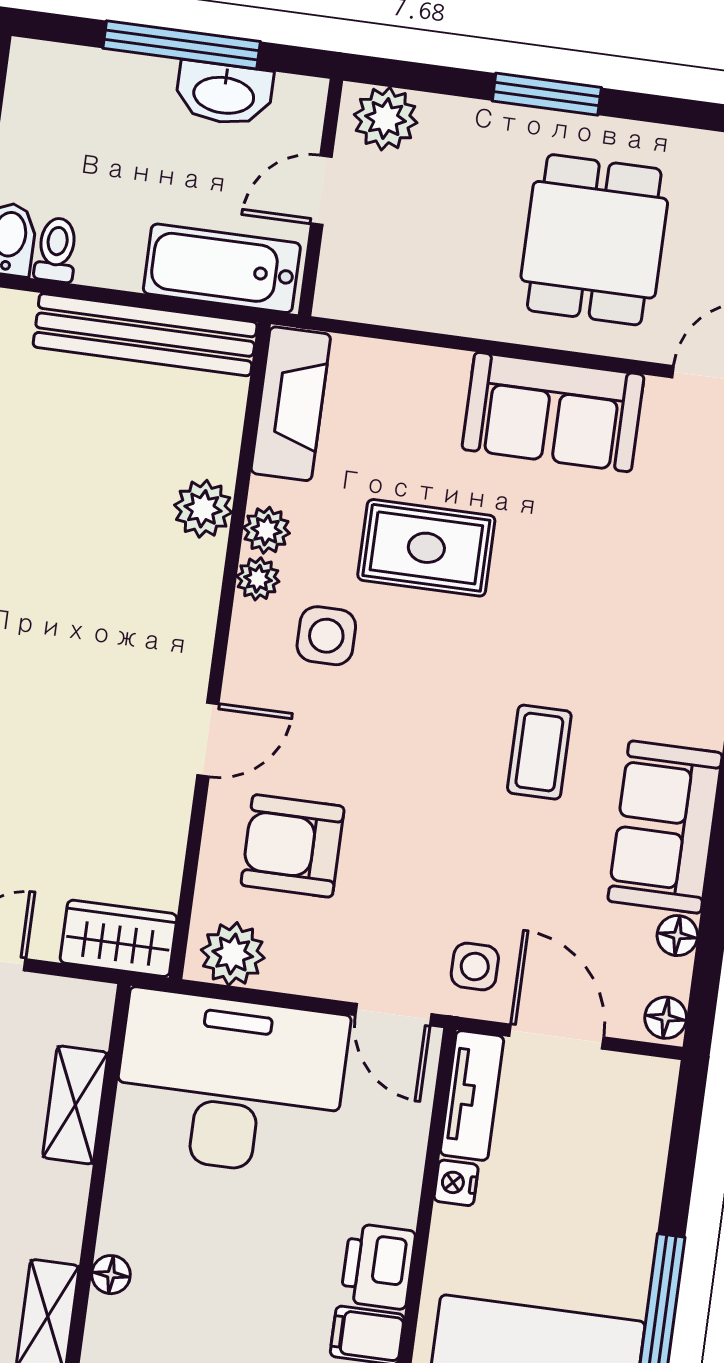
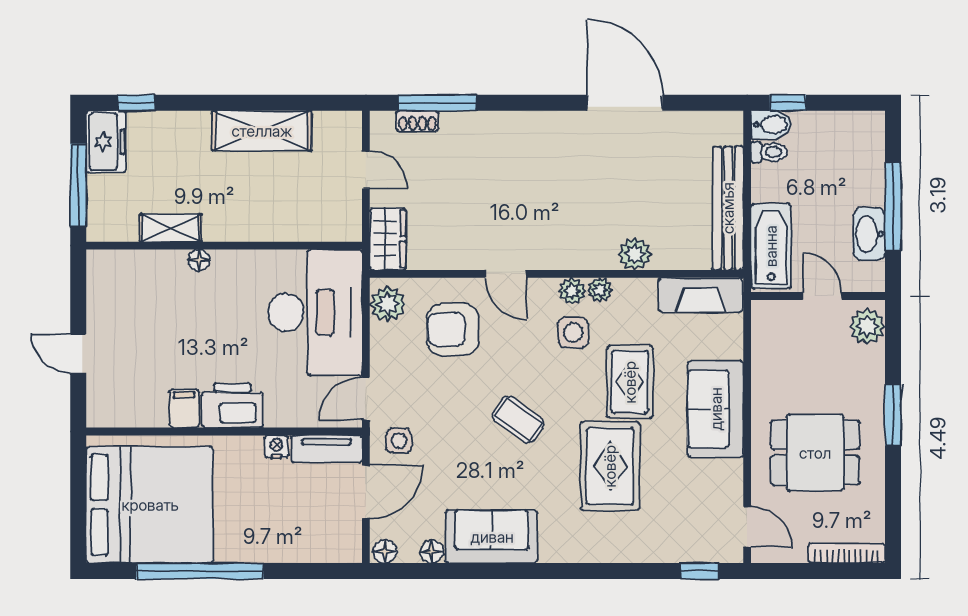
sofa: (553, 412) -> (716, 409), moved
plant: (266, 530) -> (572, 291), moved
rug: (569, 602) -> (610, 466), added
coffee table: (539, 752) -> (518, 420), moved, turned 36
armchair: (293, 846) -> (453, 329), turned -90
shelving: (75, 1105) -> (291, 227), removed
printer: (378, 1266) -> (232, 406), width x1.37, depth x1.19

